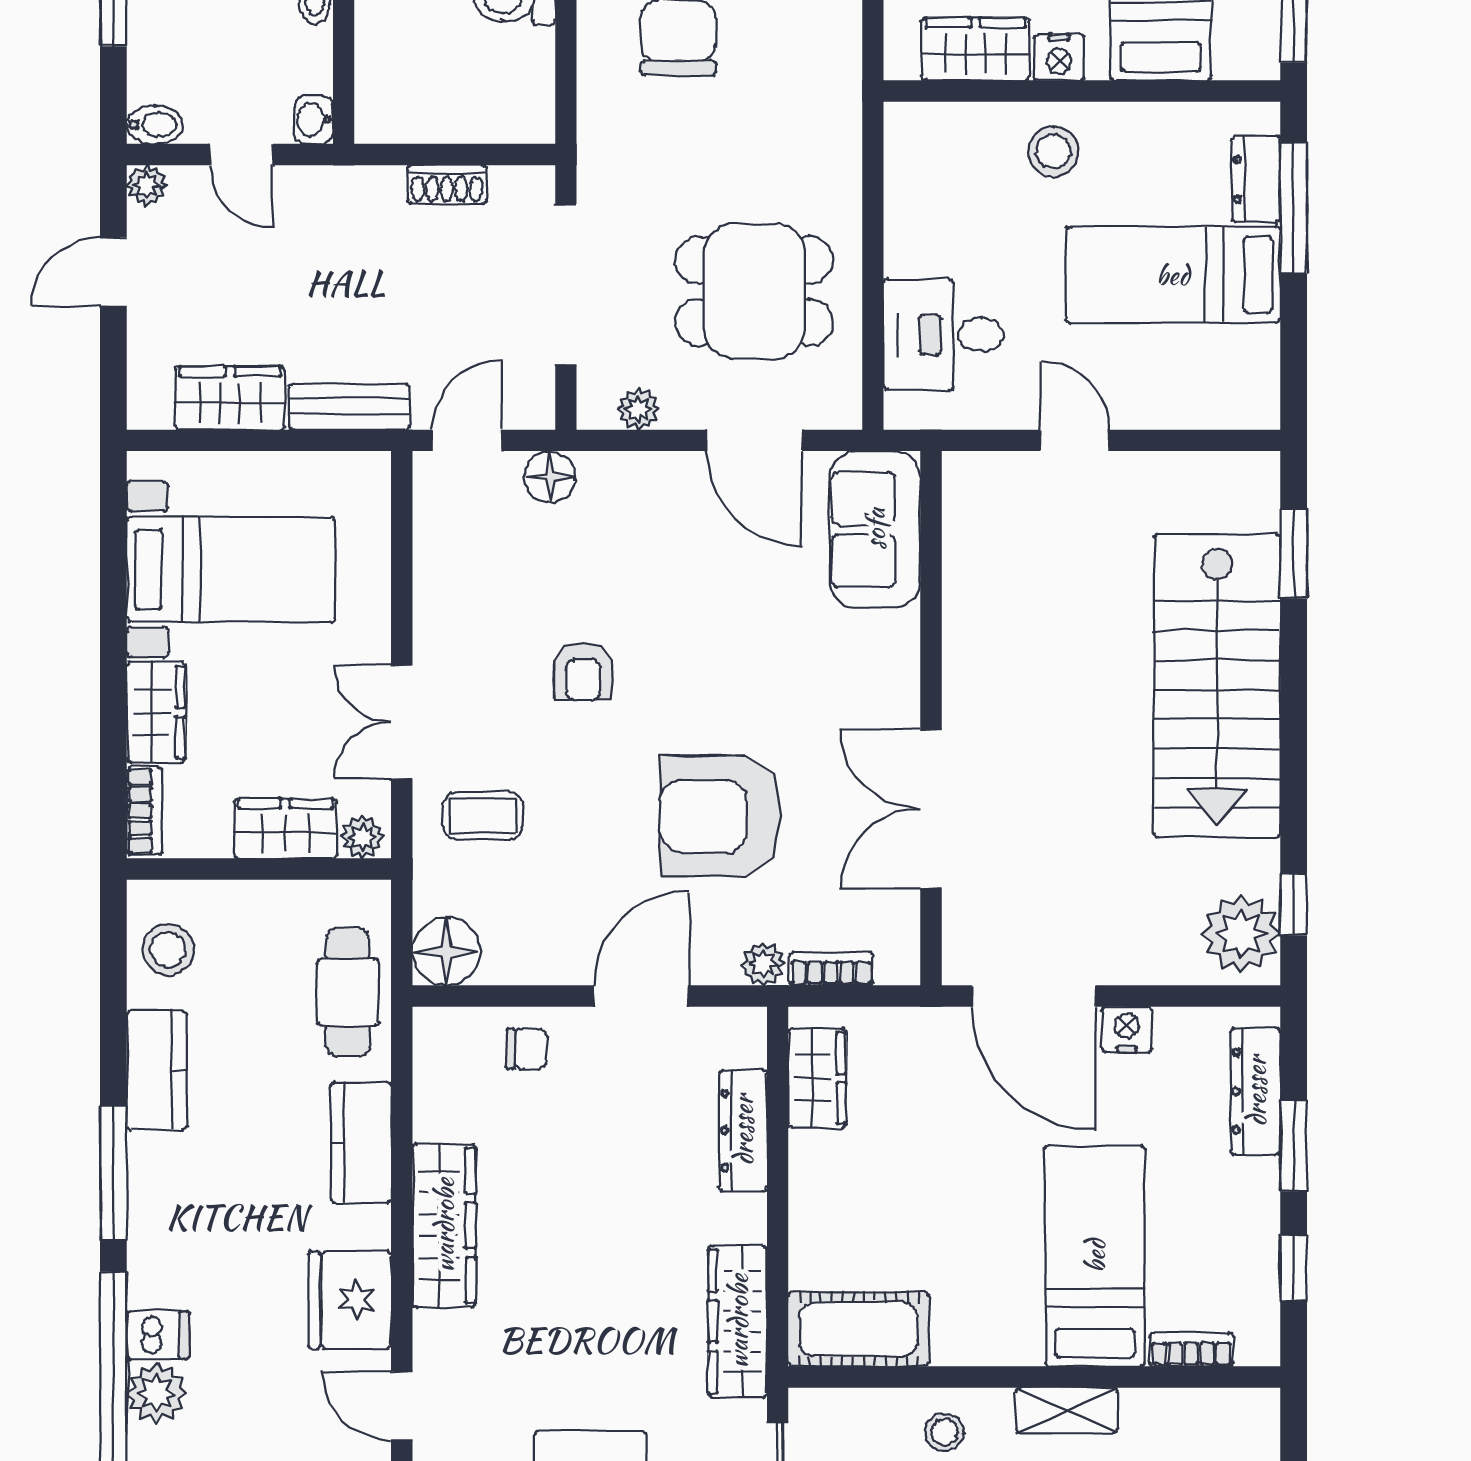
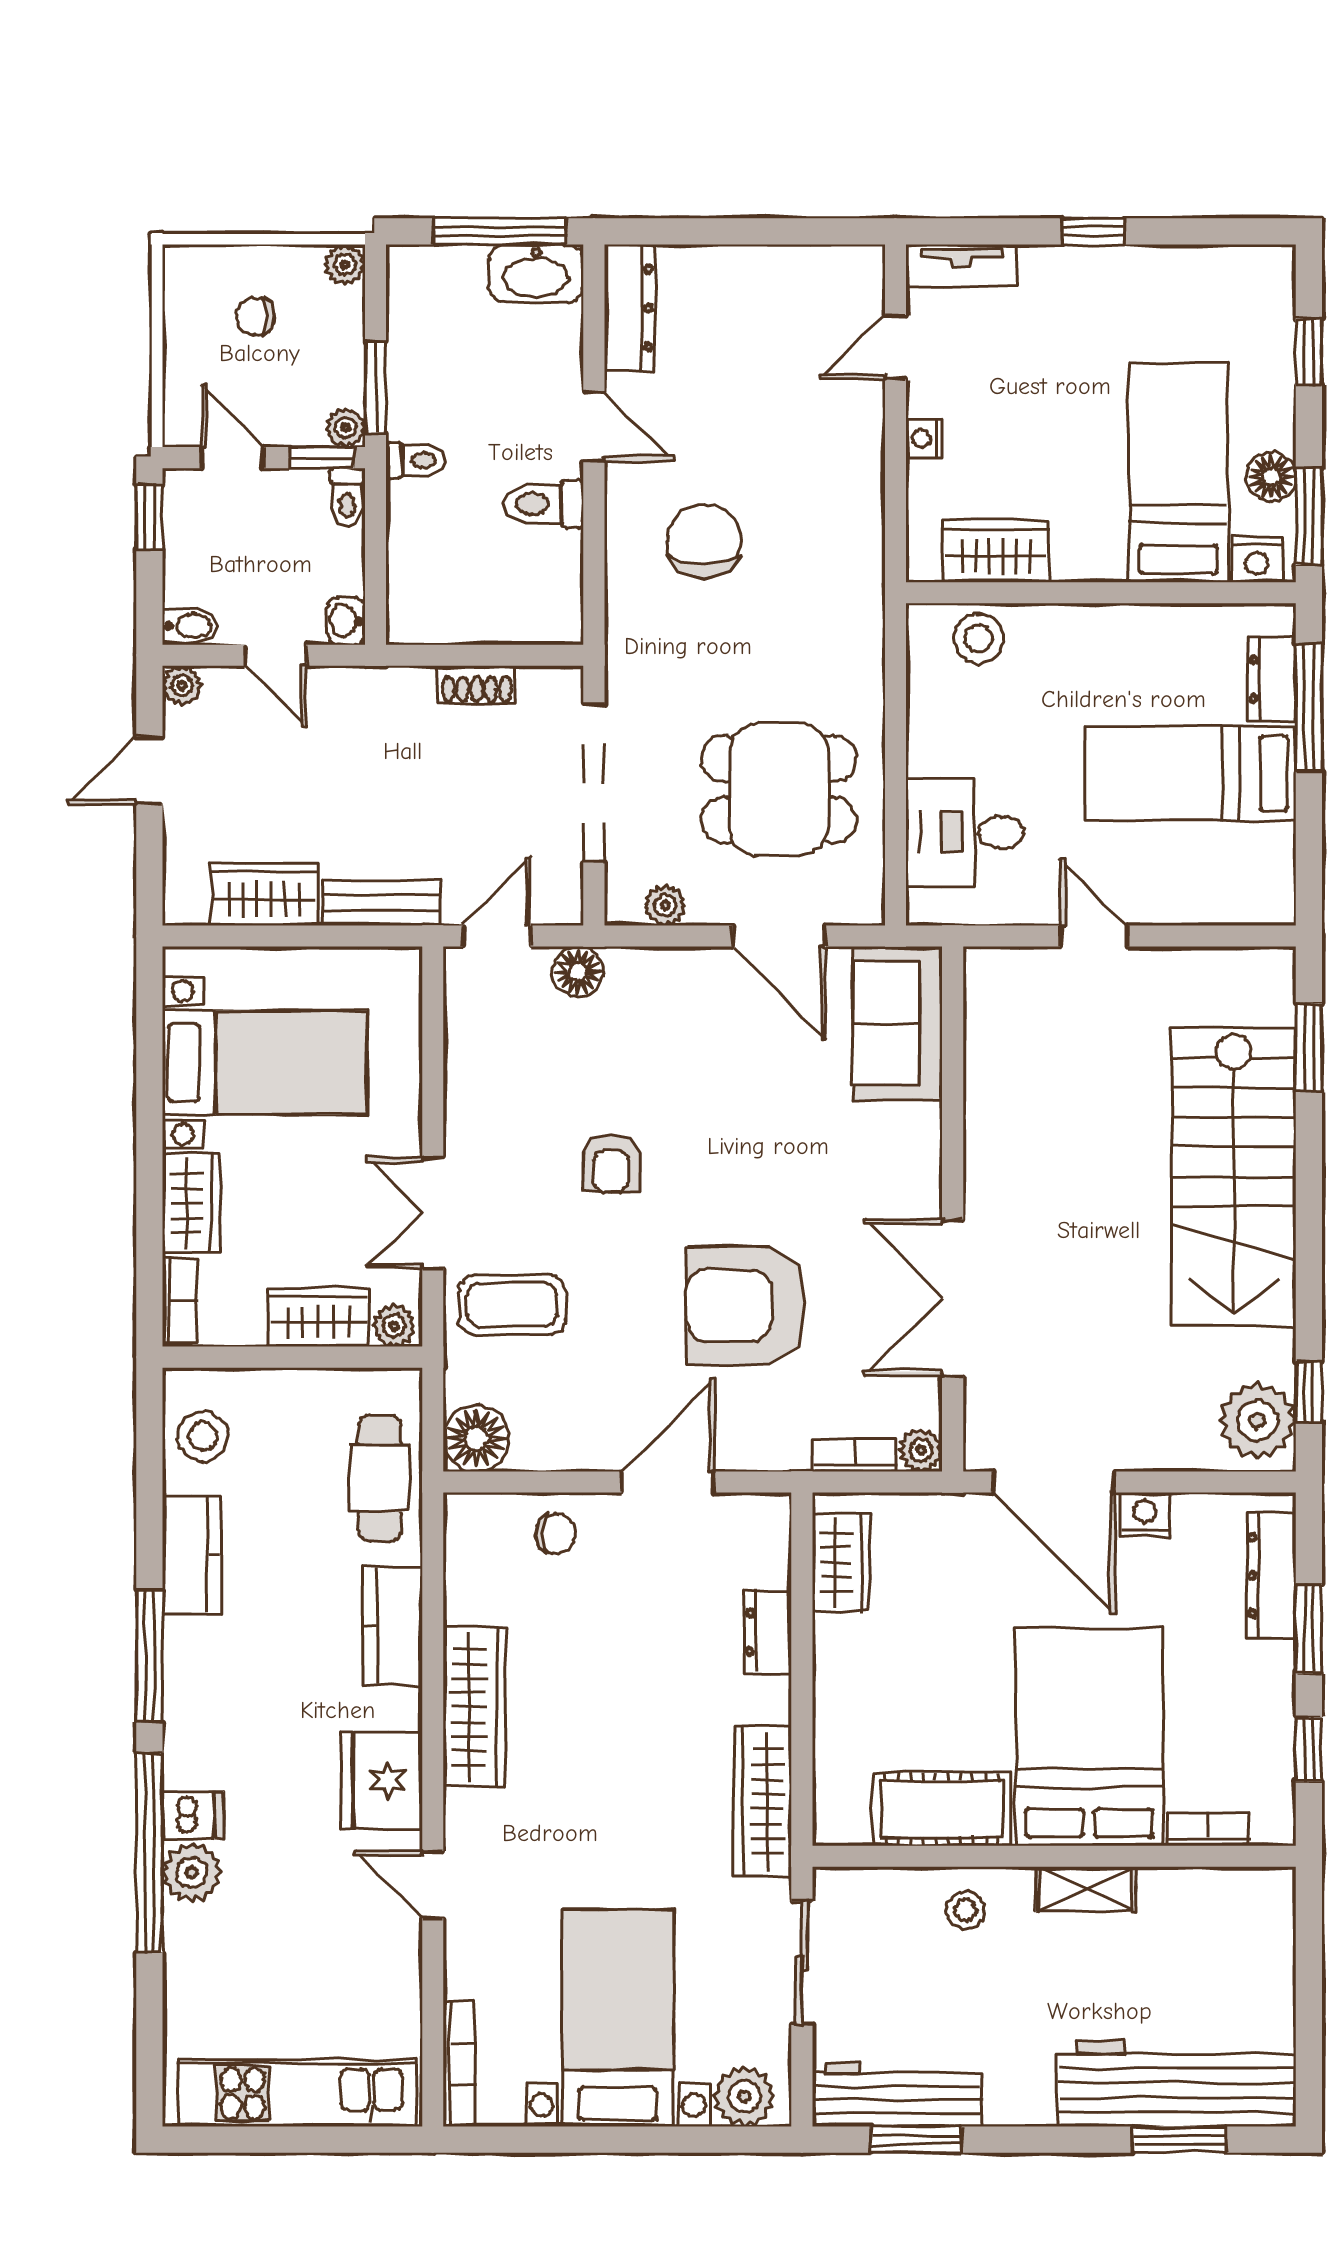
nightstand: (1059, 57) -> (1257, 560), moved
stool: (1053, 152) -> (979, 638), moved
coffee table: (483, 816) -> (512, 1305), width x1.36, depth x1.30
plant: (763, 964) -> (921, 1450), moved
dresser: (743, 1130) -> (768, 1632), width x0.70
bed: (1095, 1256) -> (1089, 1737), width x1.50
cot: (859, 1329) -> (942, 1809), moved

